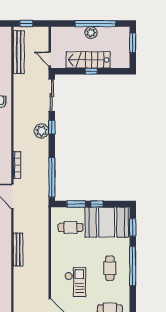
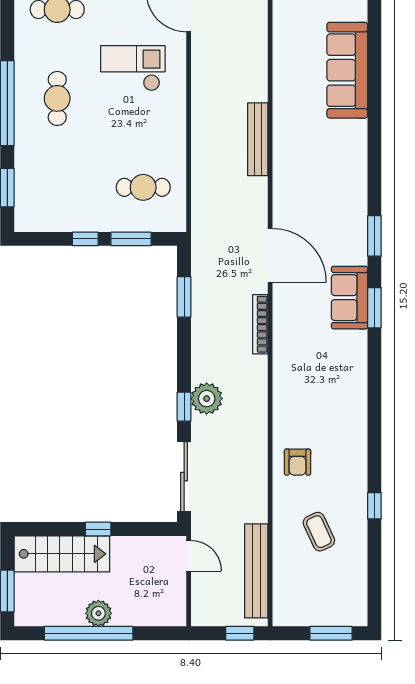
stairs: (88, 60) -> (62, 554), moved
window: (52, 177) -> (184, 297), width x0.47
booth: (107, 222) -> (64, 199), removed
checkout: (75, 282) -> (133, 68), turned 90

